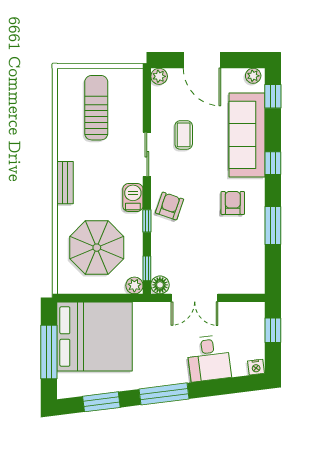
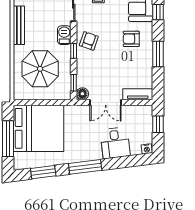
bench: (65, 183) -> (19, 25), width x1.36
armchair: (233, 203) -> (131, 39), turned -90
plant: (134, 285) -> (65, 94), removed
tv unit: (243, 286) -> (138, 94), added

